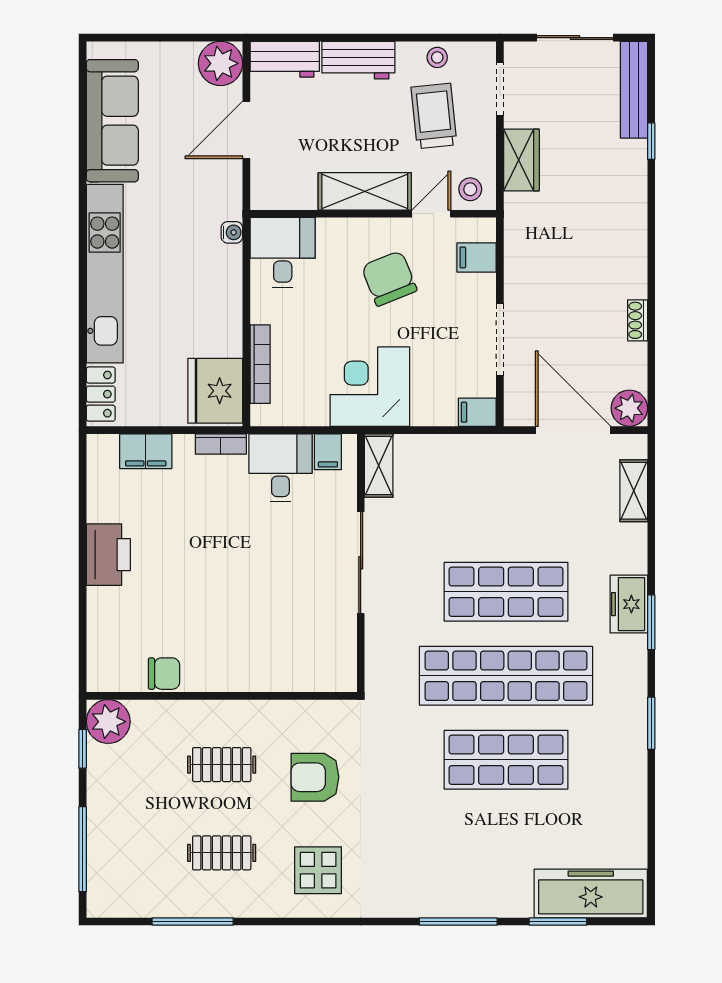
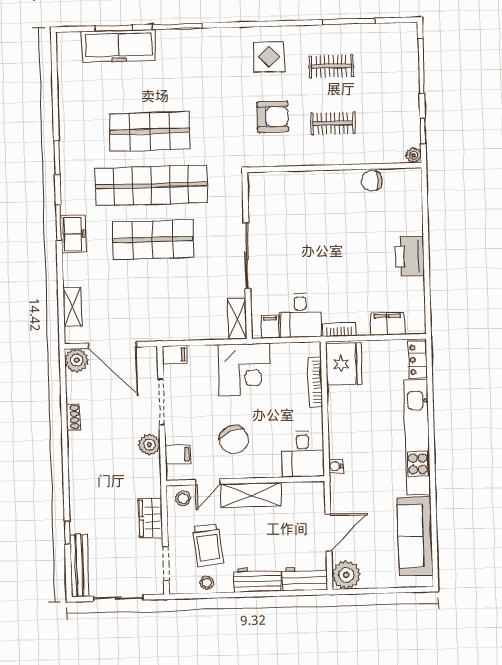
plant: (520, 274) -> (149, 445), added
plant: (108, 722) -> (414, 155), width x0.53, depth x0.53
freezer: (591, 894) -> (119, 46), moved

